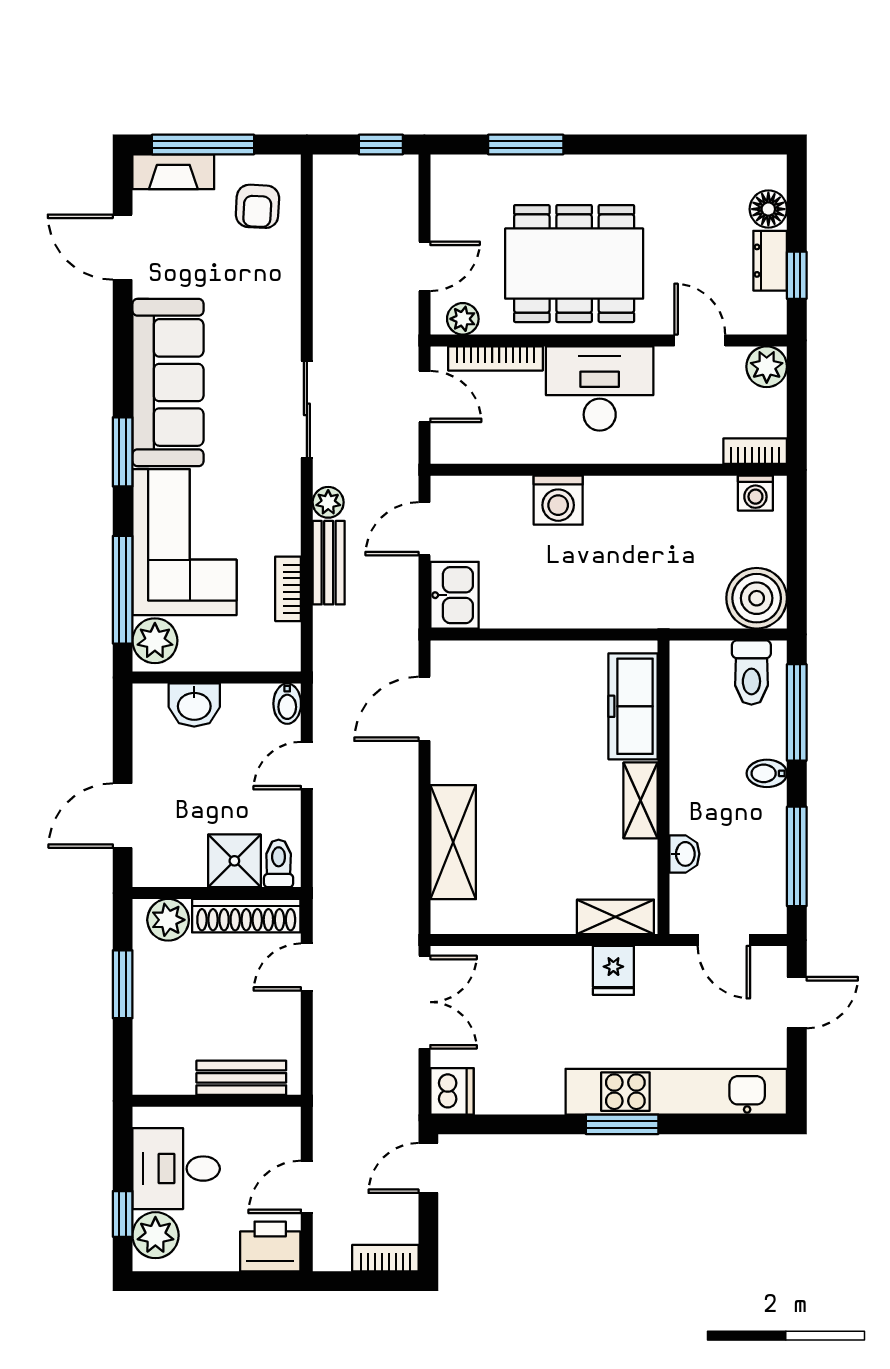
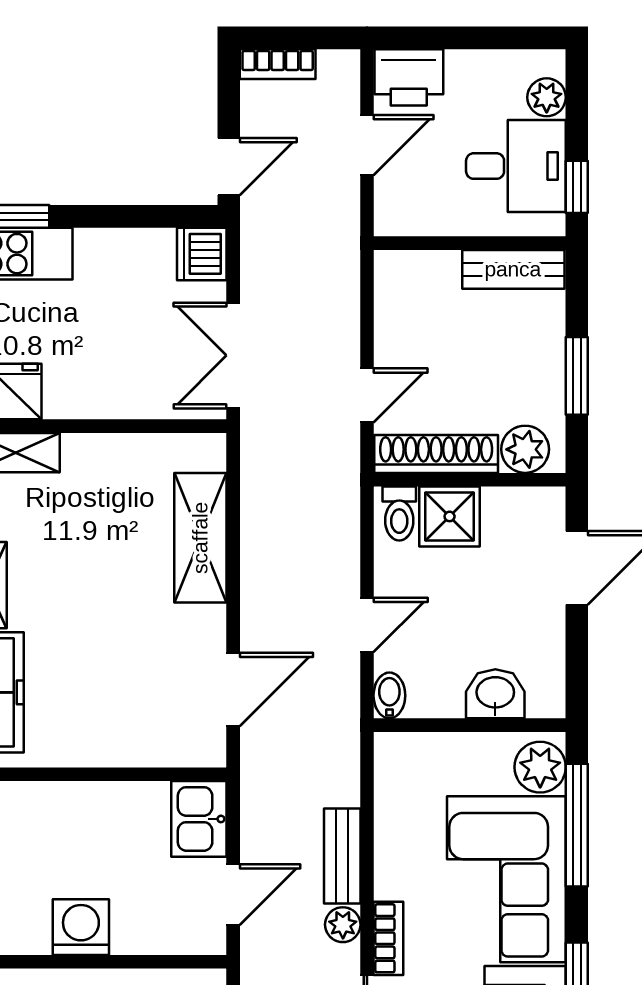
bookcase: (288, 589) -> (388, 938), moved
bench: (241, 1078) -> (513, 269), moved
window: (123, 1214) -> (577, 187), moved
plant: (155, 1235) -> (547, 97), width x0.73, depth x0.73

